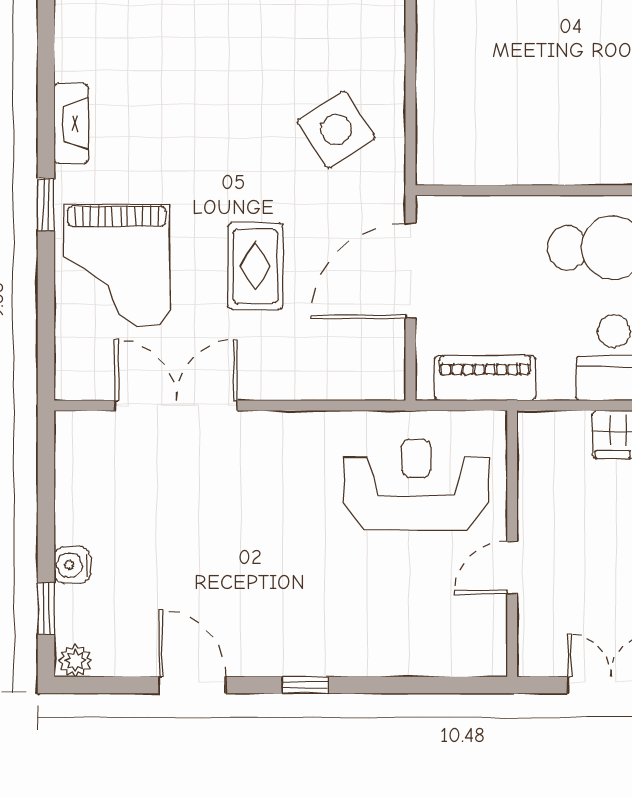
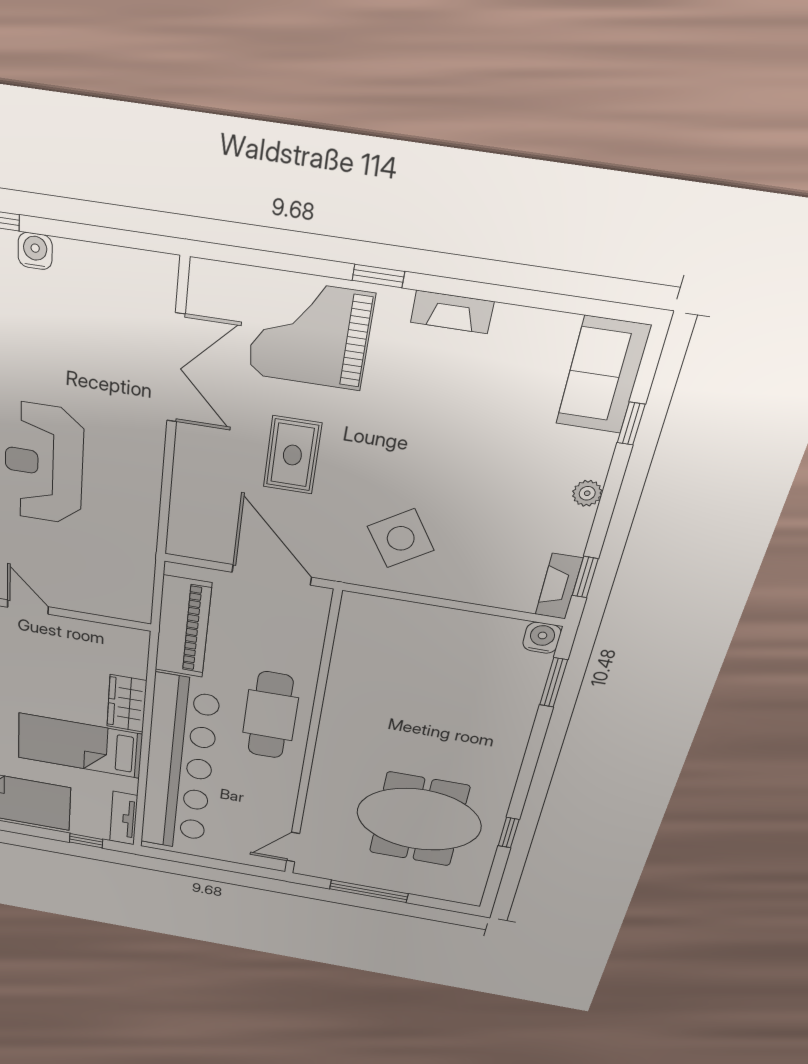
rug: (255, 266) -> (292, 455), turned 90
piano: (485, 378) -> (183, 627), width x1.37, depth x1.33
reception desk: (416, 485) -> (44, 464), moved, turned 180

